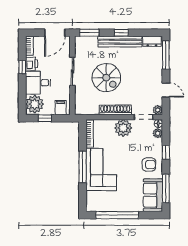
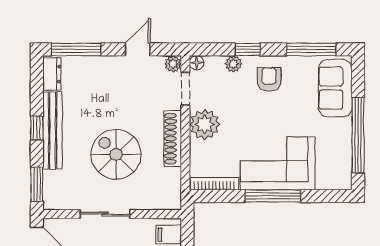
spiral stairs: (106, 78) -> (116, 154), turned -90
plant: (158, 133) -> (233, 64), moved
sofa: (153, 195) -> (335, 88), moved, turned 90

